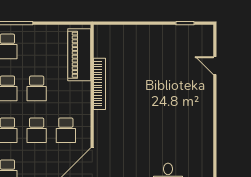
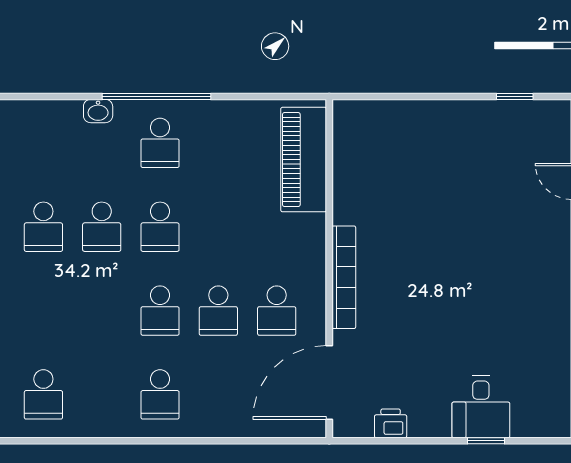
bookcase: (99, 84) -> (344, 277), moved
school desk: (37, 88) -> (218, 227), removed

